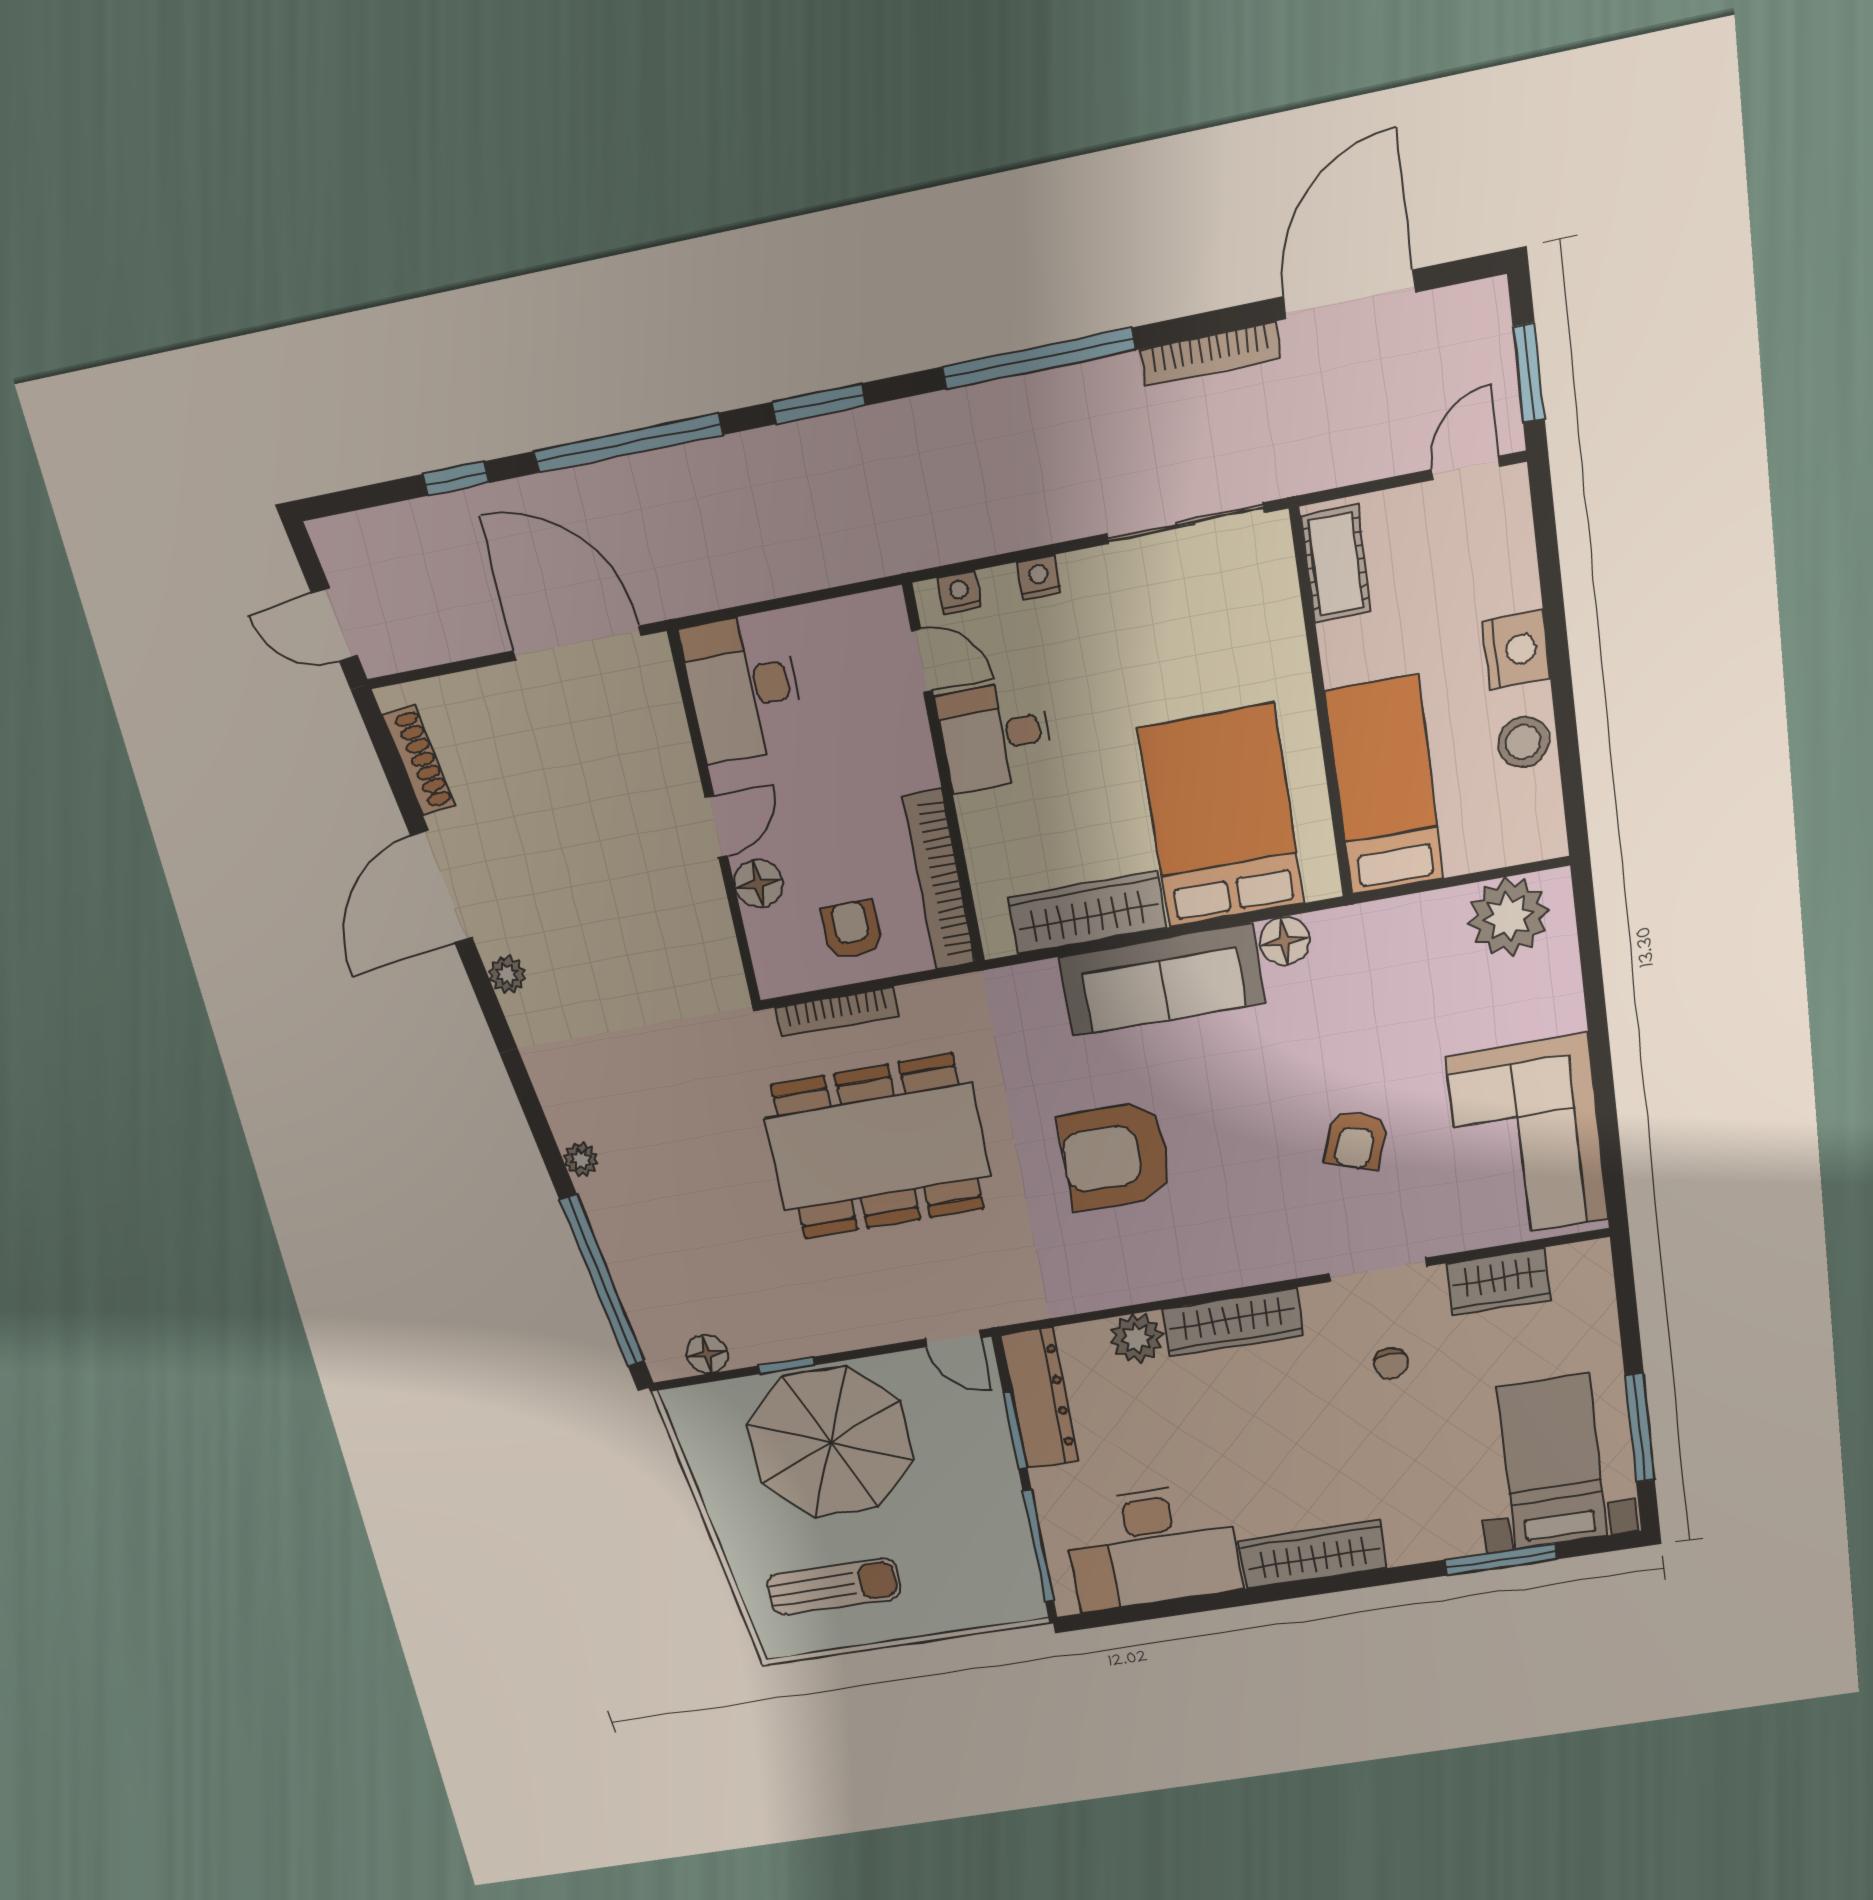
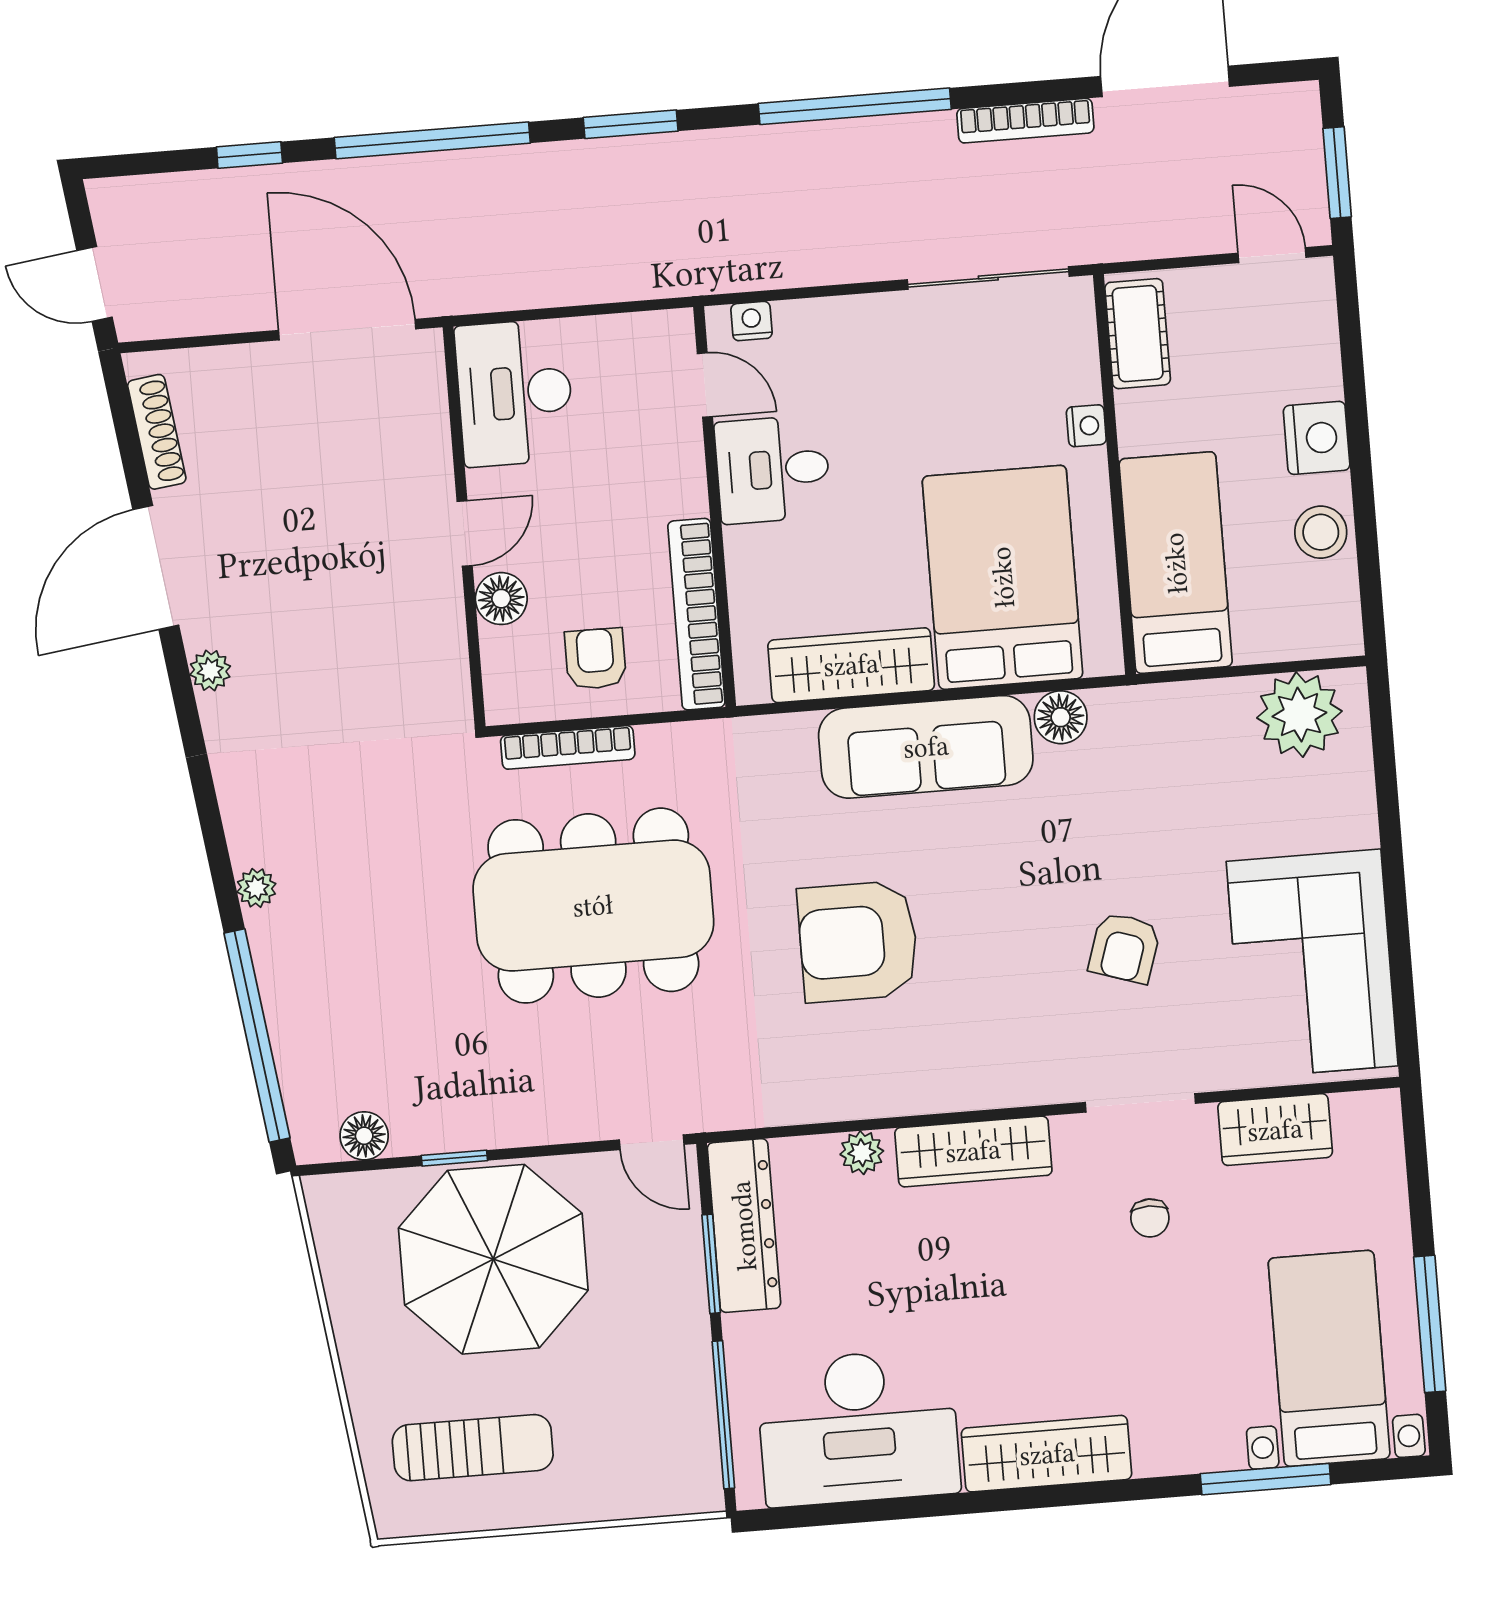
door: (1466, 468) -> (1272, 255), hinge flipped
nightstand: (1039, 577) -> (1086, 426), moved, turned 90
plant: (1137, 1338) -> (862, 1153), width x0.73, depth x0.73

